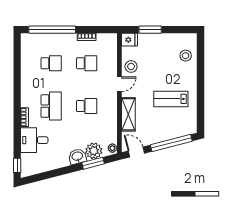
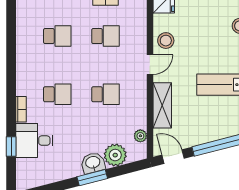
school desk: (51, 106) -> (57, 94), width x0.54
plant: (112, 148) -> (140, 136), moved
window: (93, 163) -> (92, 178), moved
window: (17, 165) -> (11, 147), moved

